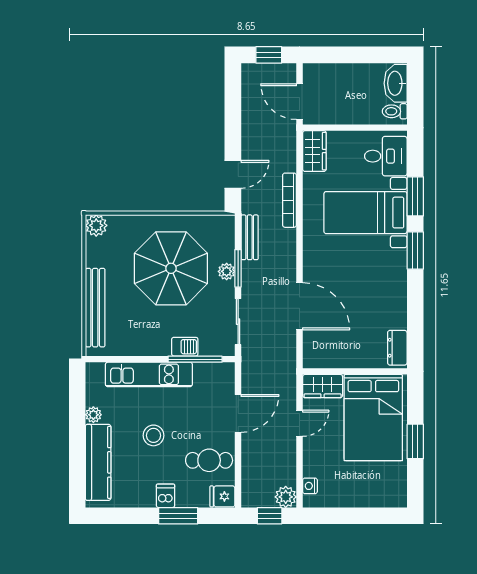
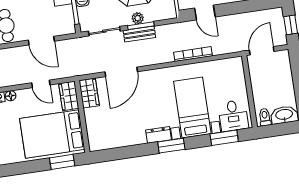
wardrobe: (314, 151) -> (89, 93), moved, turned -90
window: (415, 196) -> (224, 138), moved
bench: (250, 237) -> (139, 34), moved
dresser: (397, 348) -> (158, 135), moved
window: (415, 441) -> (62, 162), moved
floor lamp: (310, 469) -> (11, 96), added

